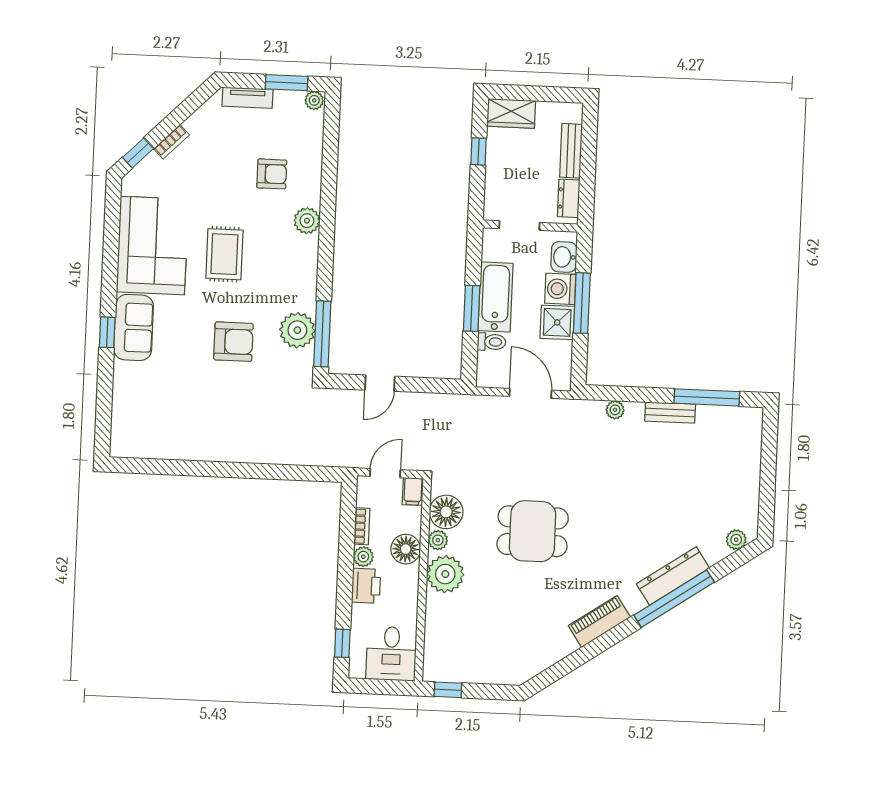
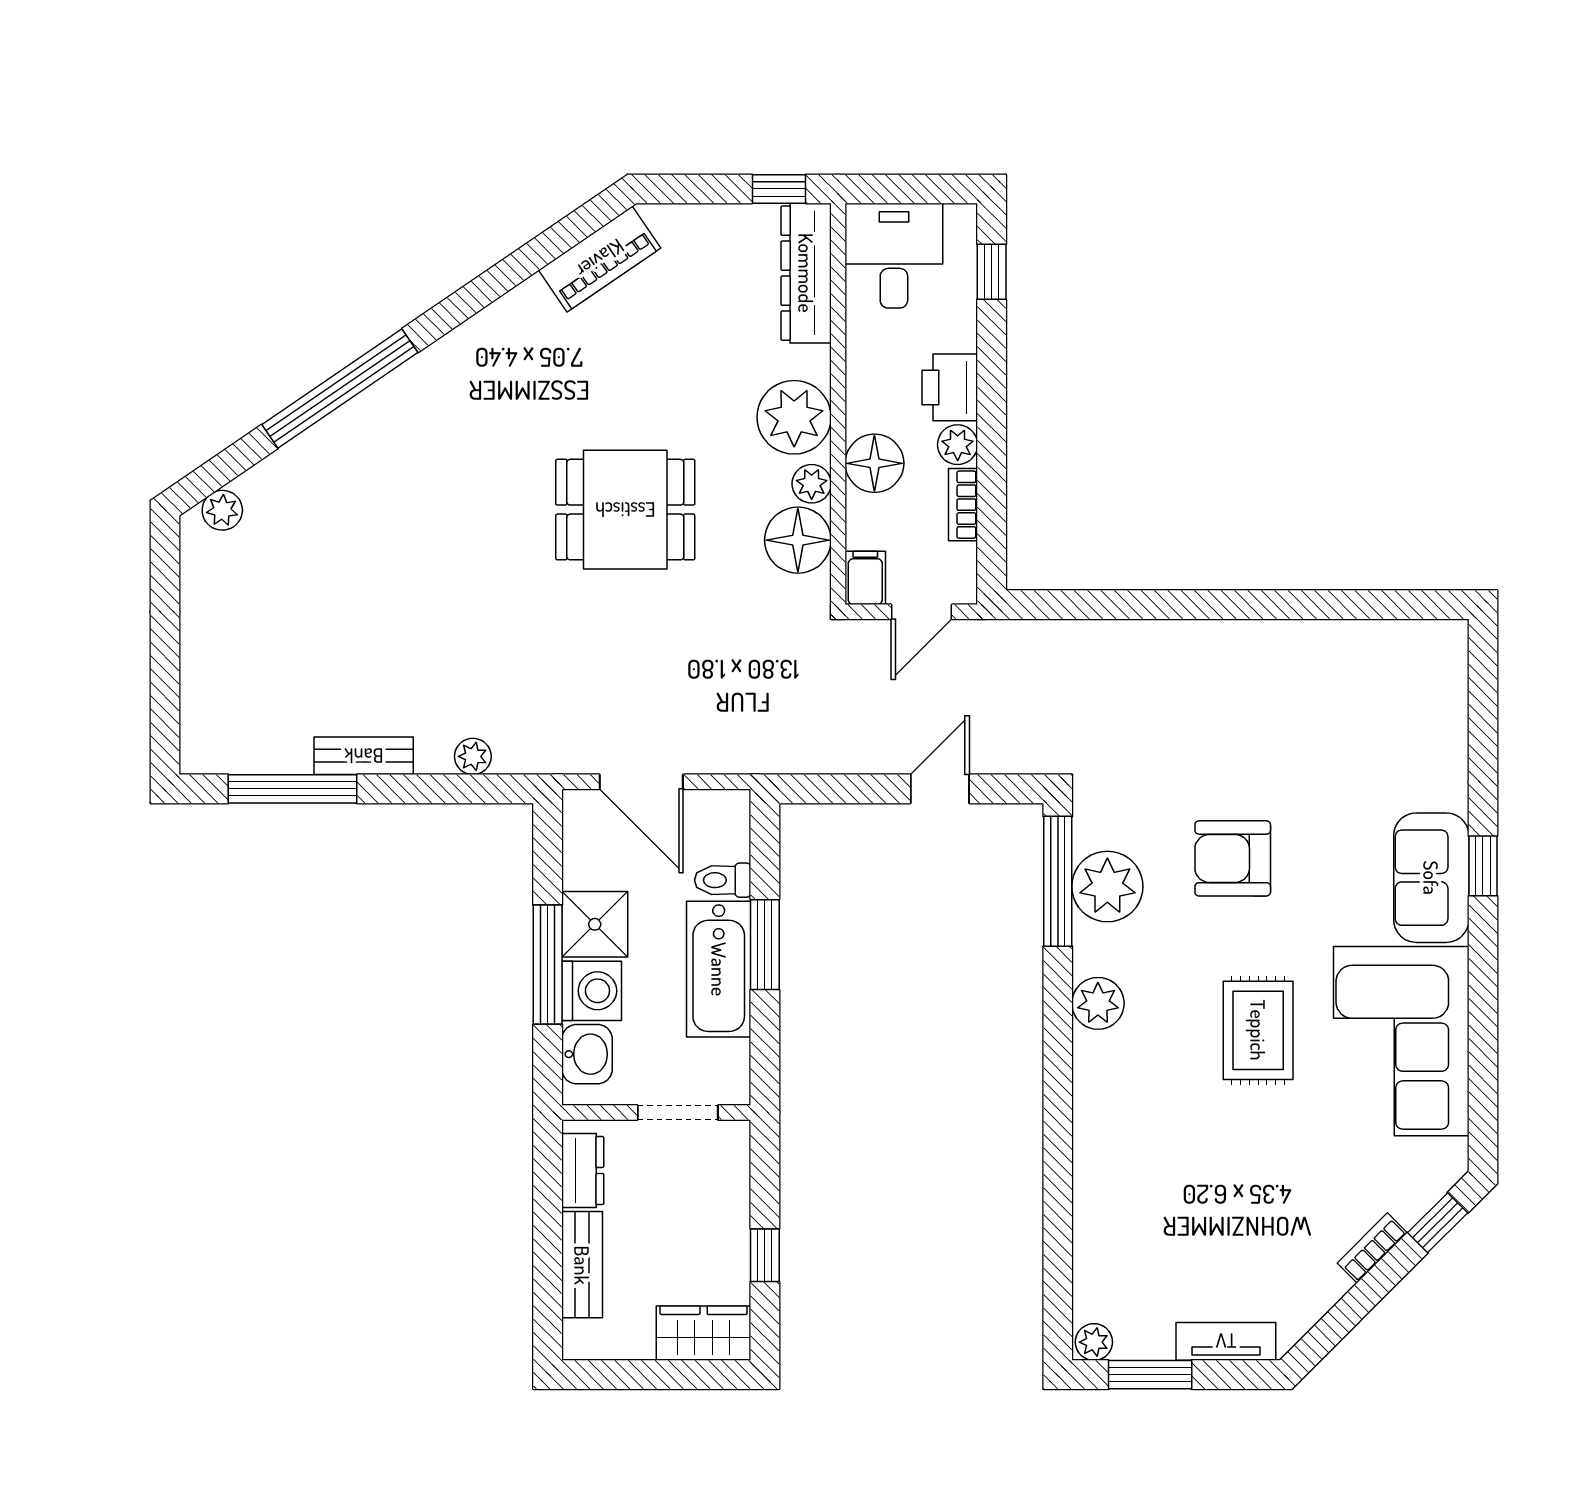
armchair: (272, 174) -> (1171, 1193), removed
plant: (307, 221) -> (1098, 1003), moved
dresser: (673, 576) -> (806, 273), moved, turned 124
piano: (599, 621) -> (600, 259), moved

